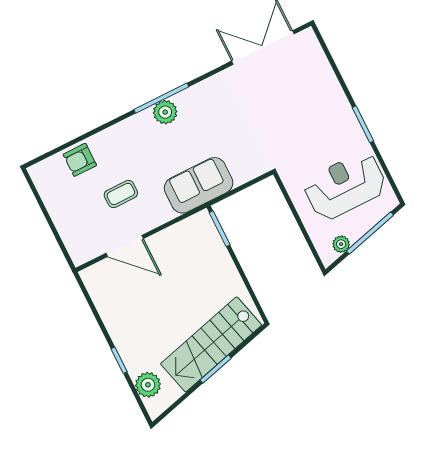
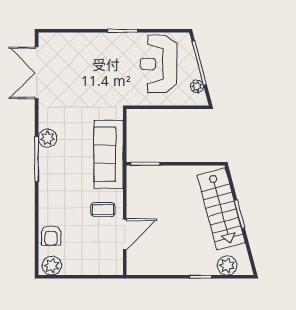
plant: (165, 112) -> (47, 138), moved
plant: (45, 178) -> (52, 266), added
sofa: (199, 185) -> (109, 154), width x1.36
coffee table: (121, 194) -> (103, 209), moved, turned 90

